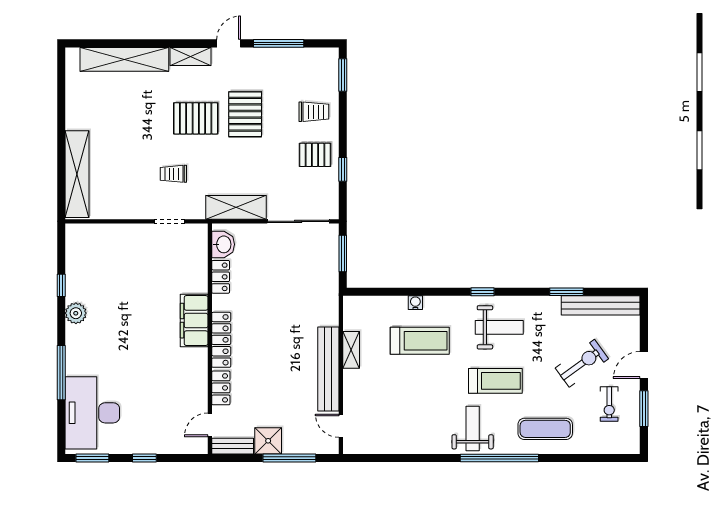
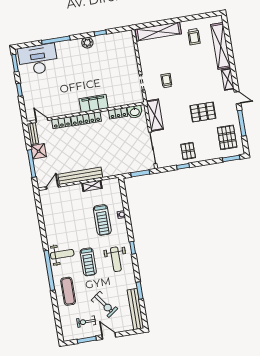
trolley: (314, 112) -> (194, 37), moved
pallet: (196, 118) -> (227, 137), moved

